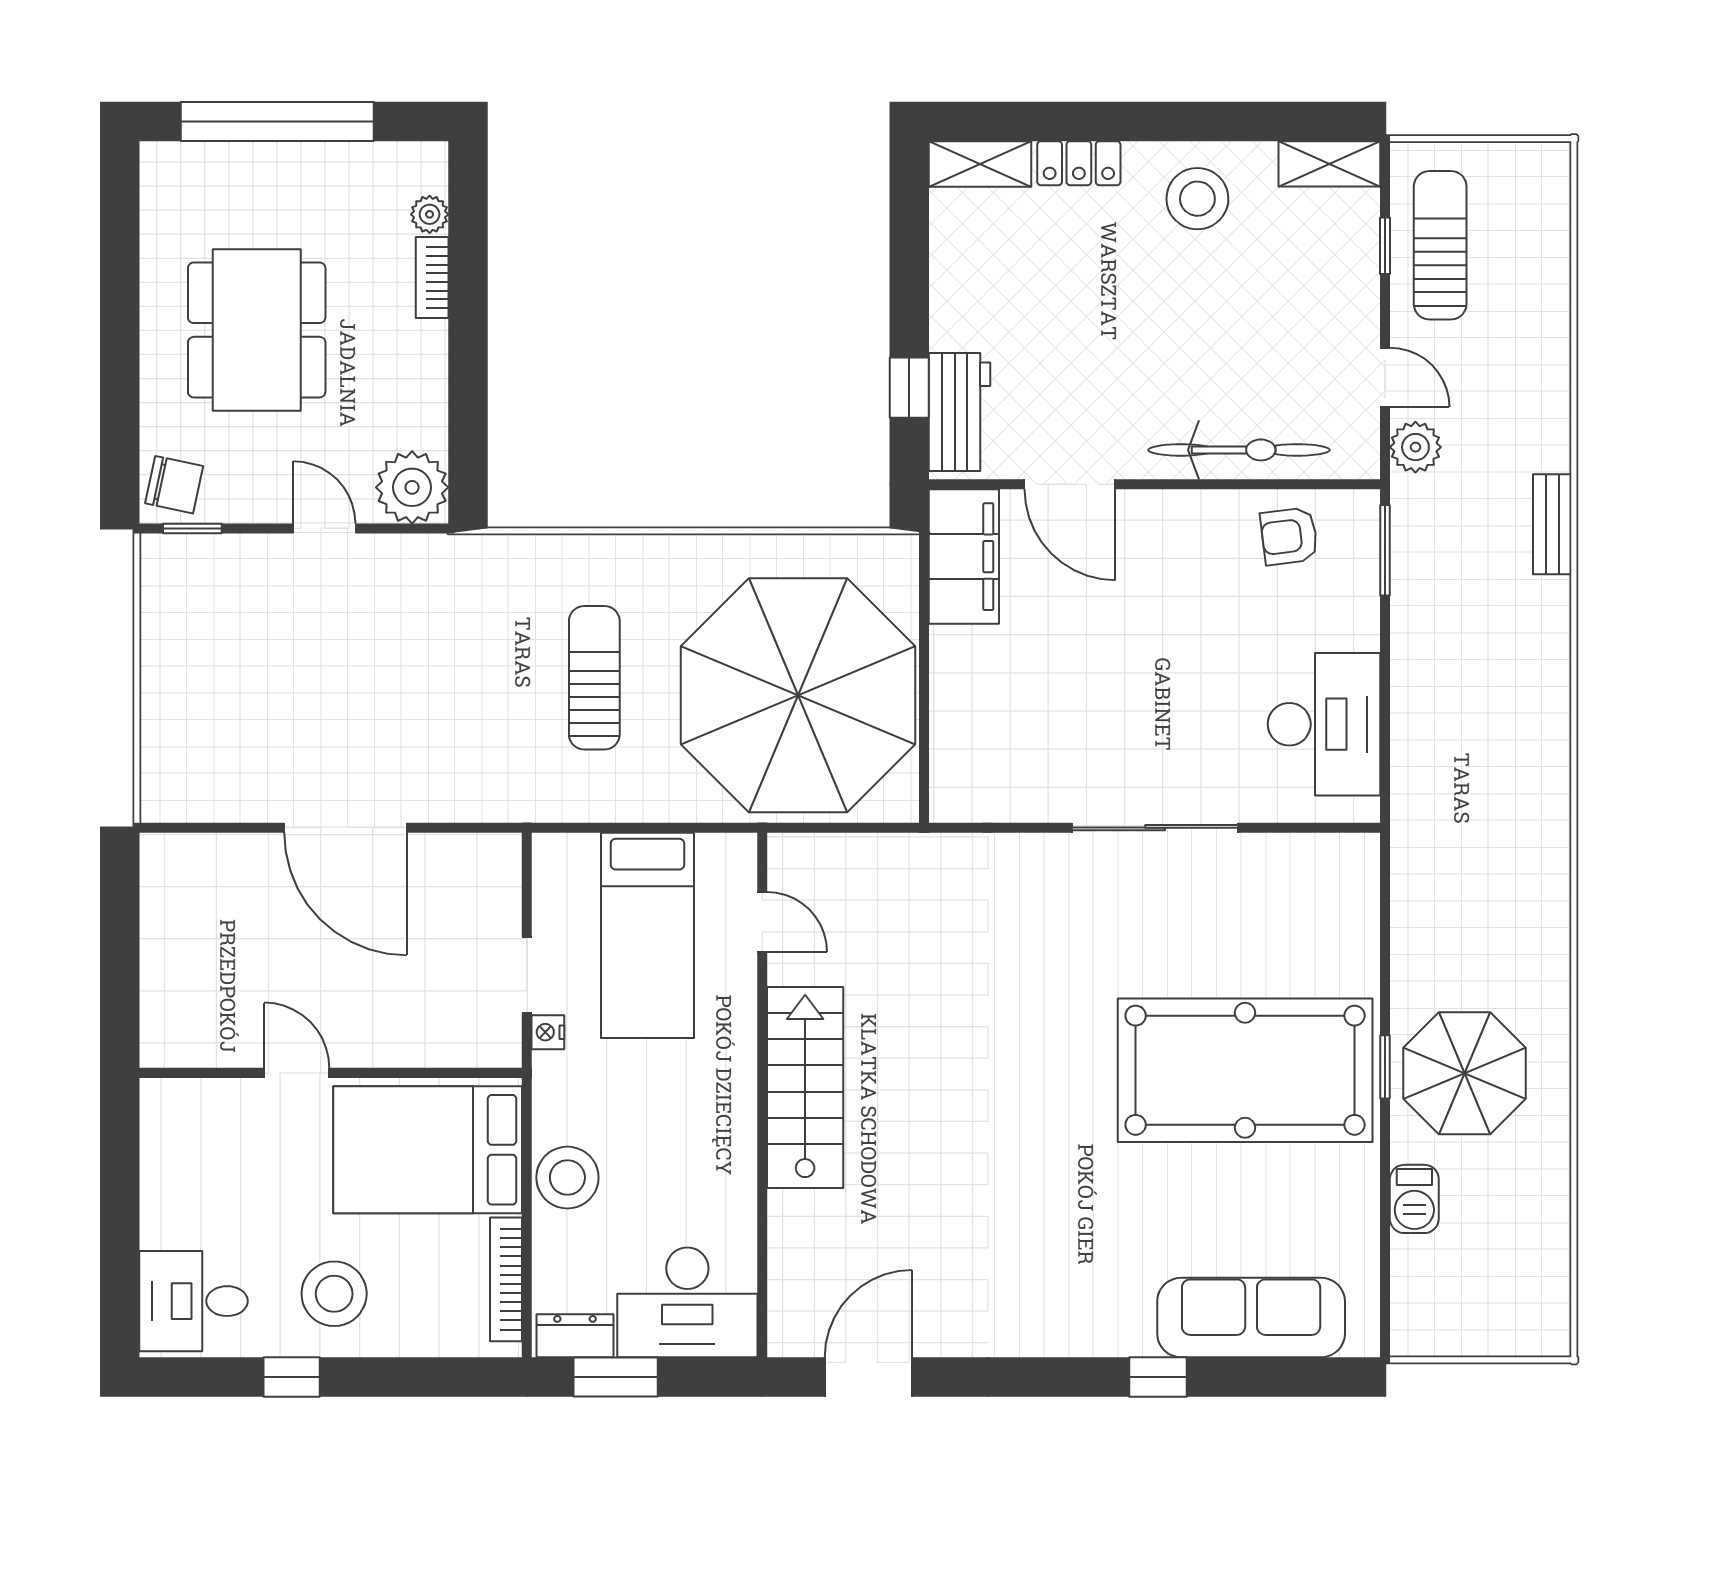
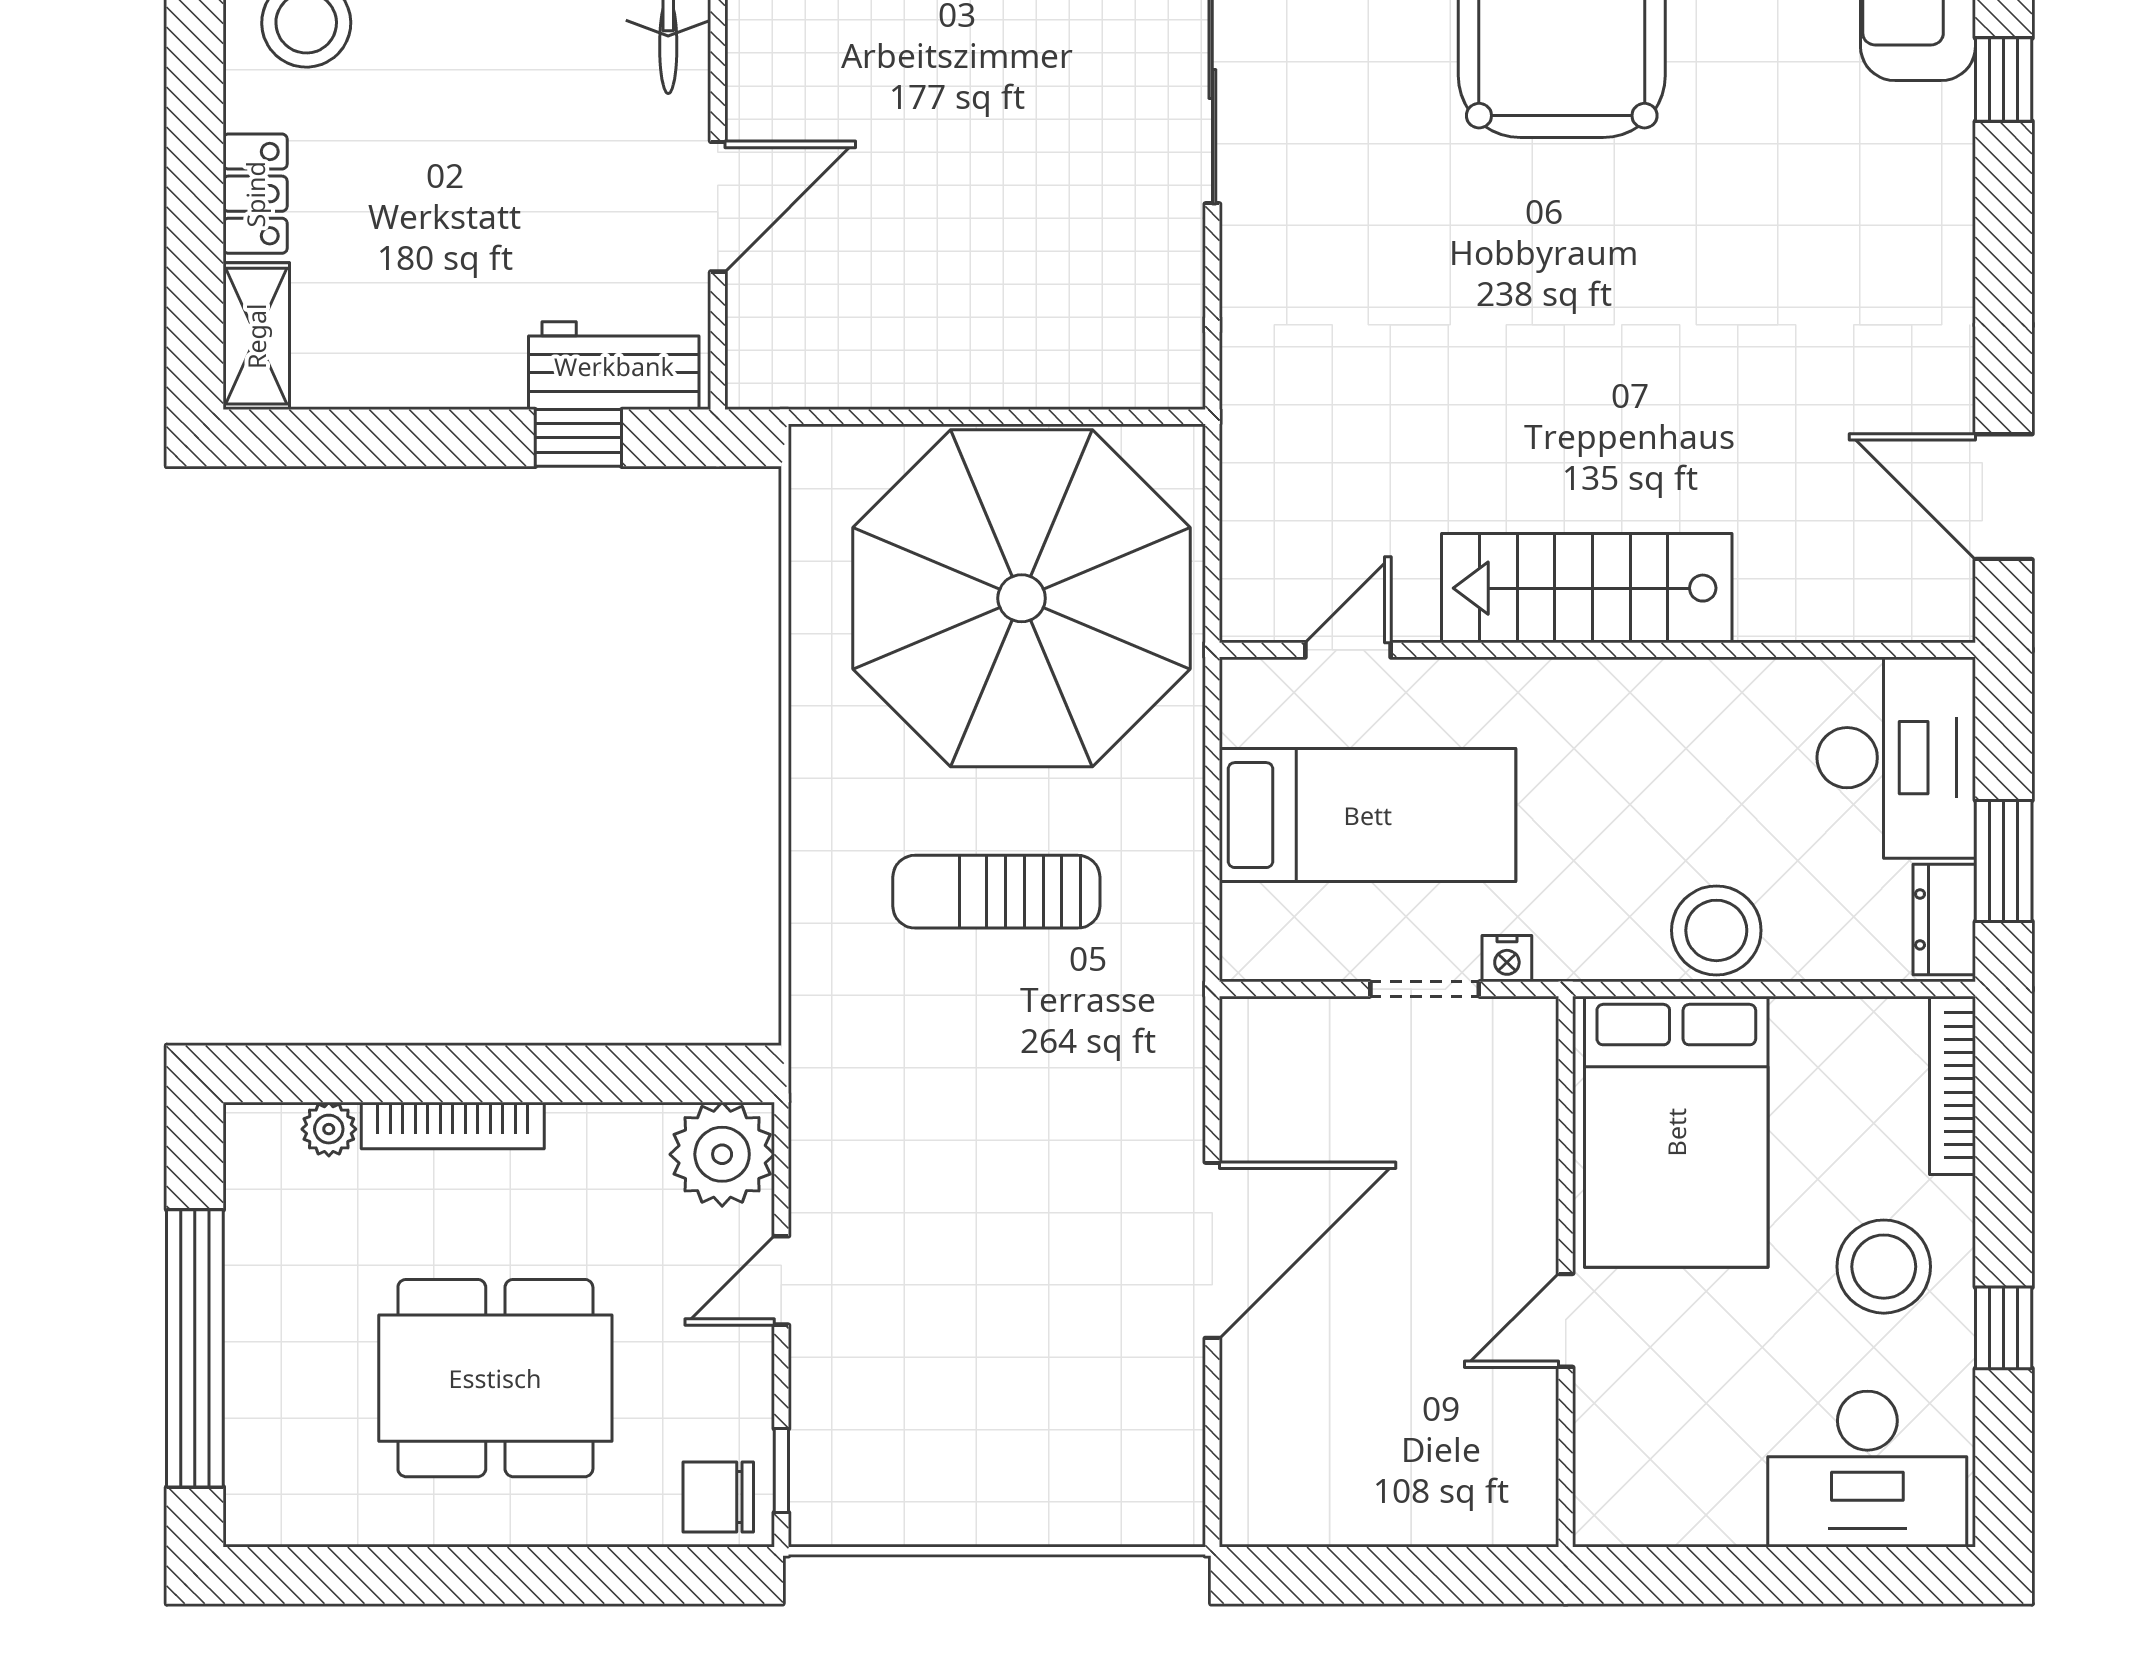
bookcase: (432, 278) -> (453, 1125), width x1.56
chair: (174, 485) -> (718, 1497), turned -102
filing cabinet: (964, 557) -> (822, 359), removed
bookcase: (506, 1279) -> (1953, 1085), moved, turned 90
desk: (193, 1301) -> (1867, 1469), width x1.37

